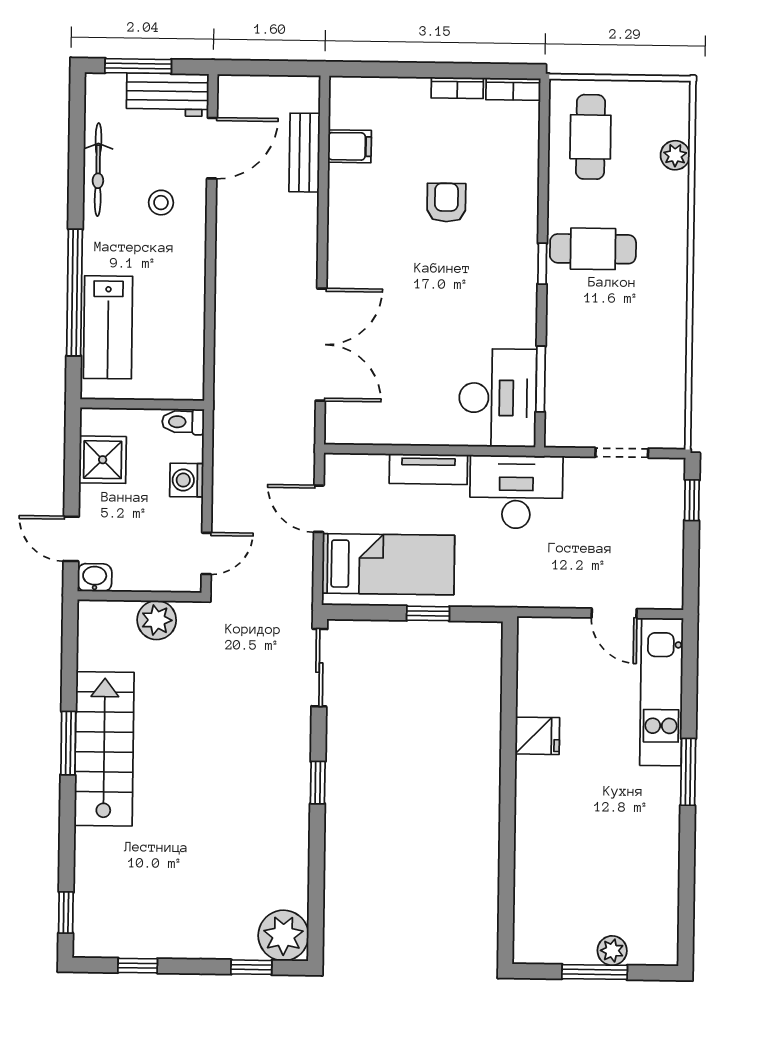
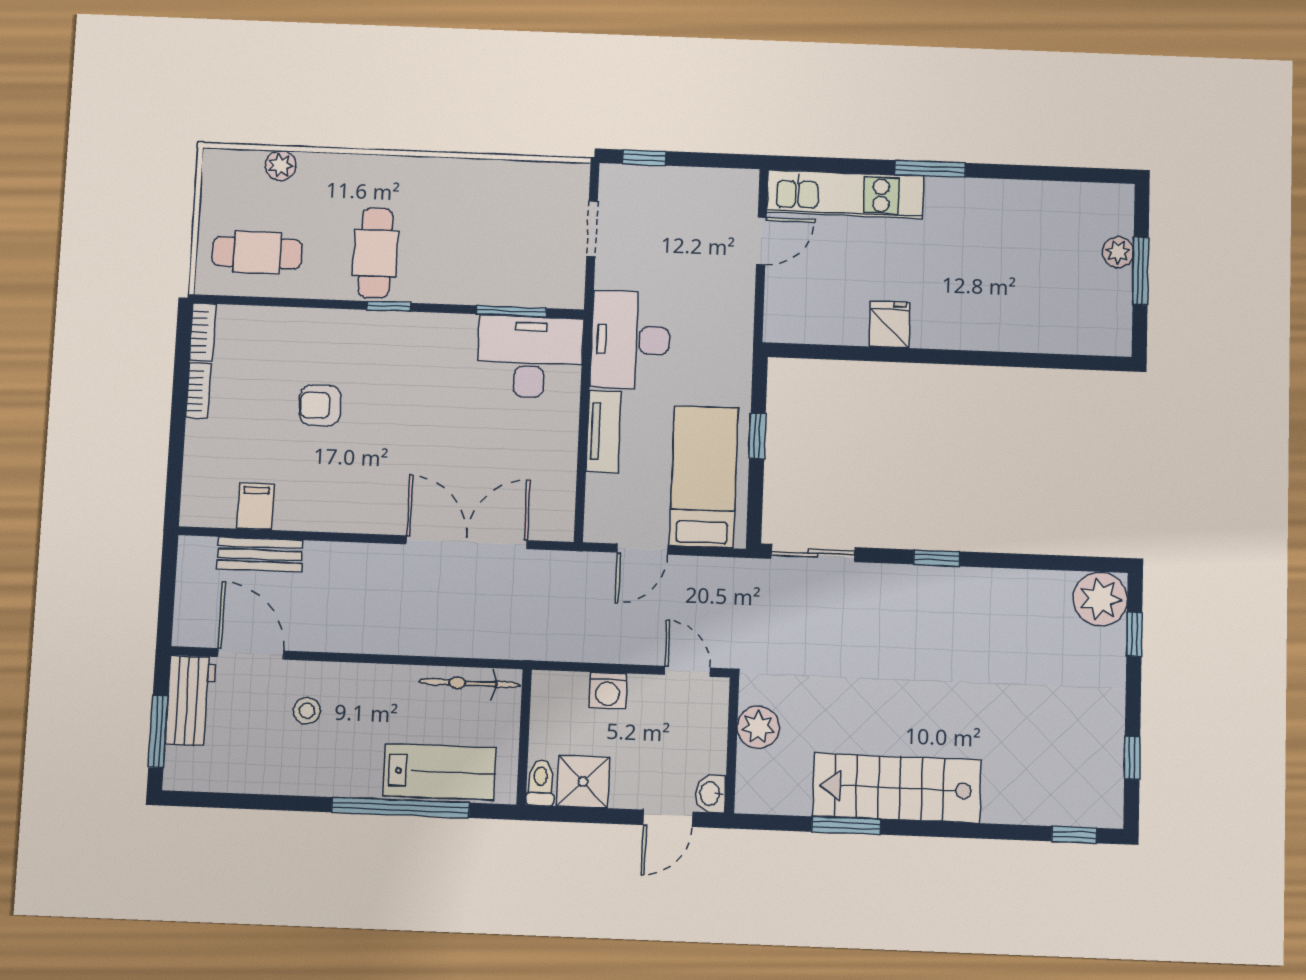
bicycle: (98, 170) -> (469, 683), moved, turned 180
toilet: (183, 422) -> (541, 783), moved, turned 180
window: (68, 743) -> (846, 826), moved

